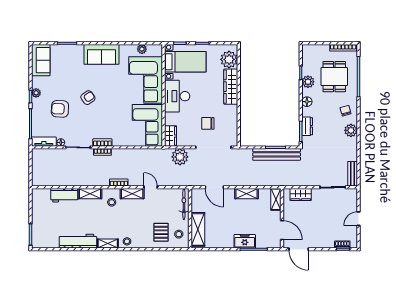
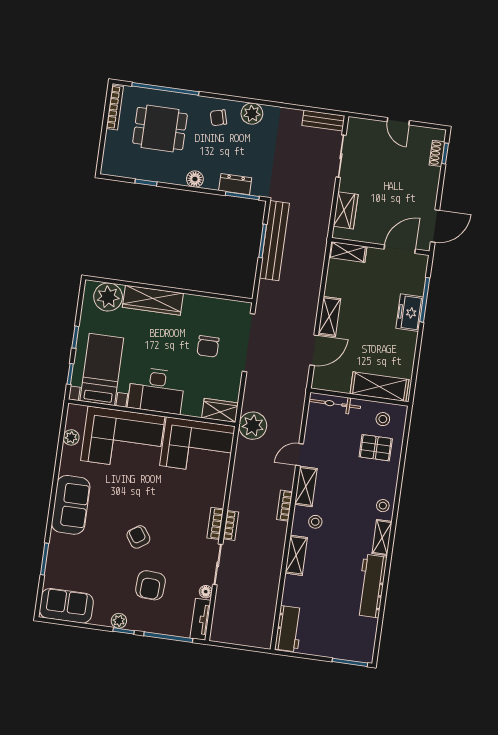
plant: (308, 82) -> (162, 173), removed
plant: (180, 157) -> (253, 426), moved
shelving: (247, 194) -> (329, 317), moved
workbench: (64, 195) -> (289, 629), moved

